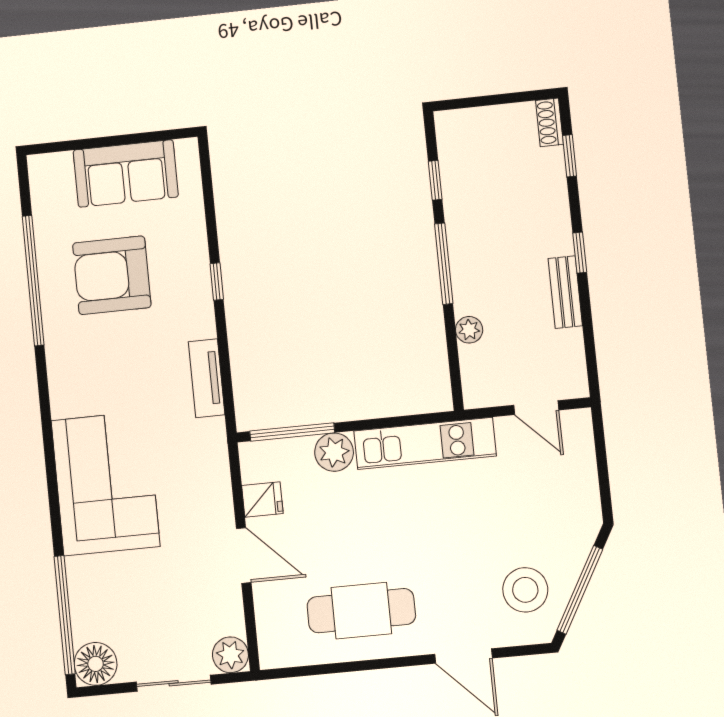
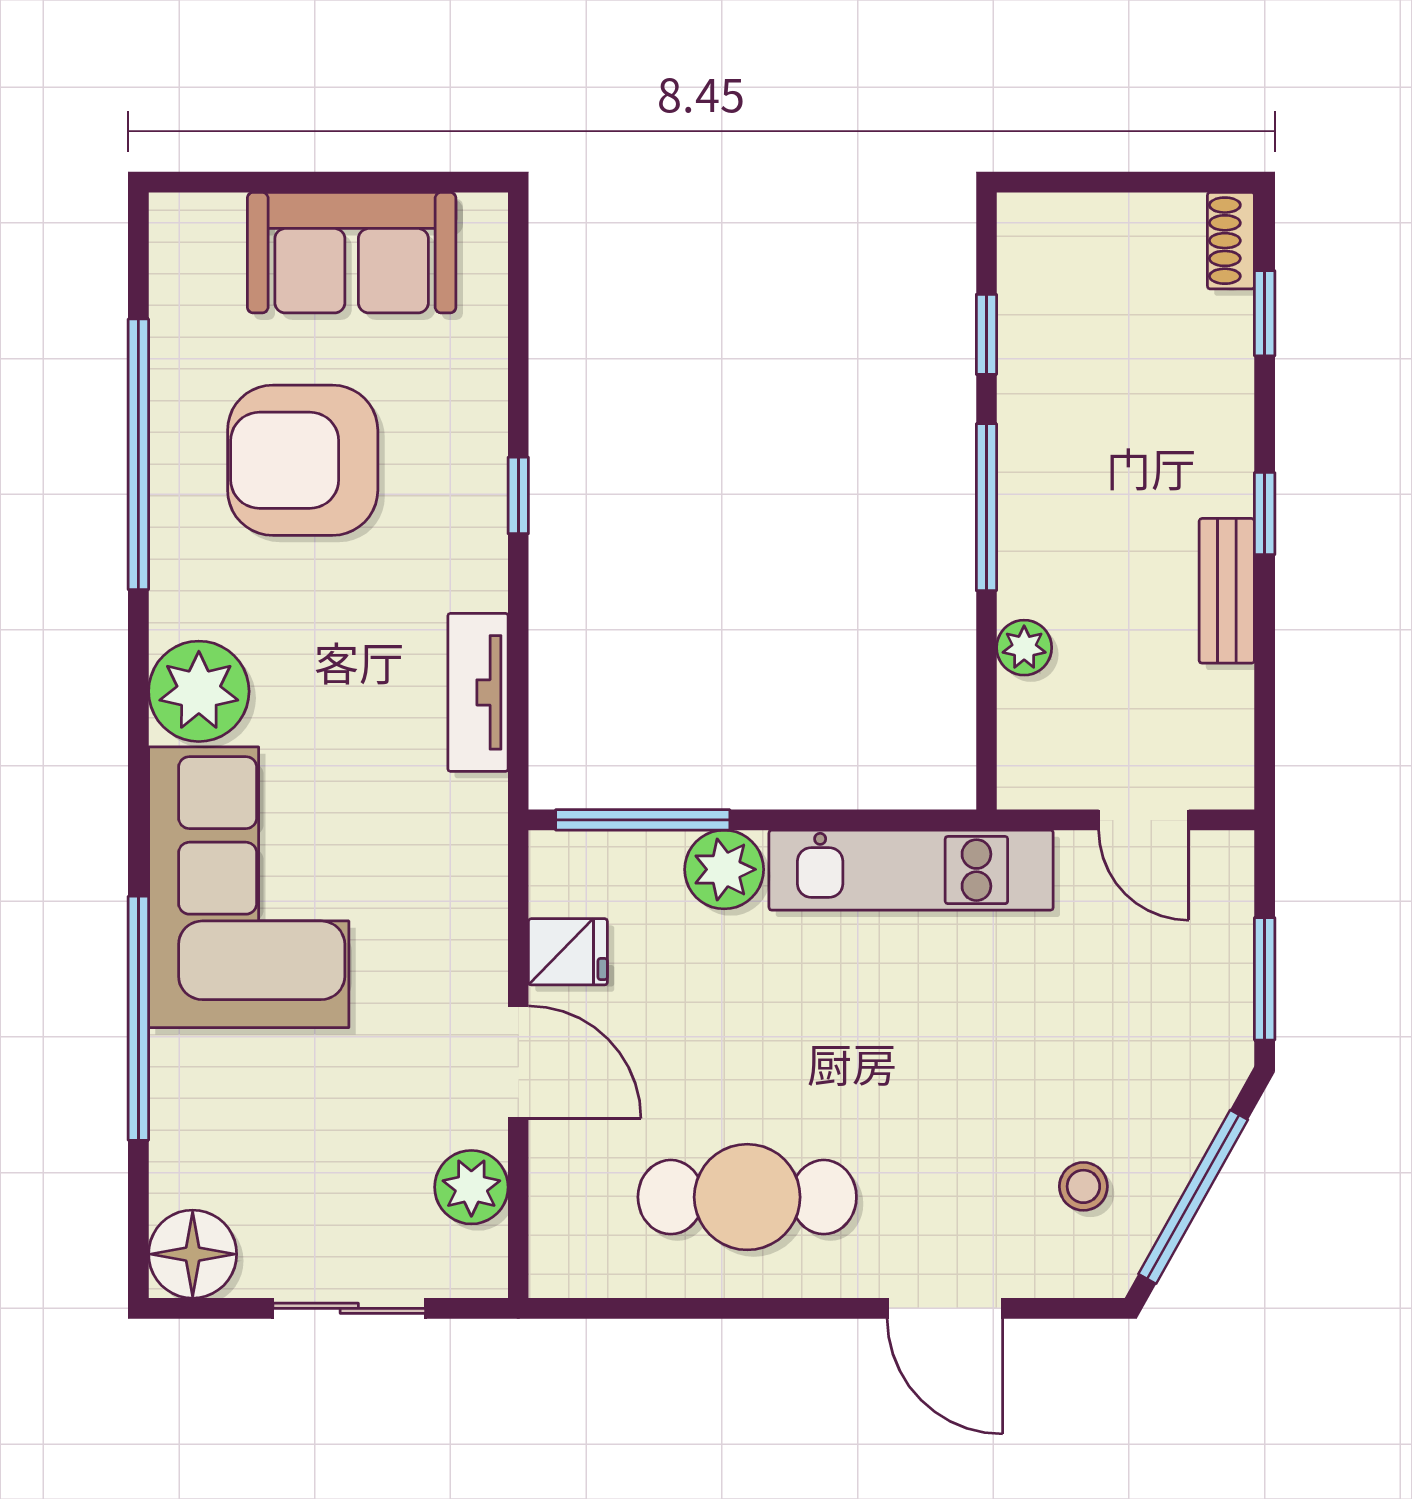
plant: (73, 391) -> (199, 691), added
window: (604, 479) -> (1265, 979), added
stool: (525, 590) -> (1083, 1186), width x0.53, depth x0.53
window: (65, 615) -> (138, 1018), moved
plant: (230, 655) -> (471, 1187), moved

